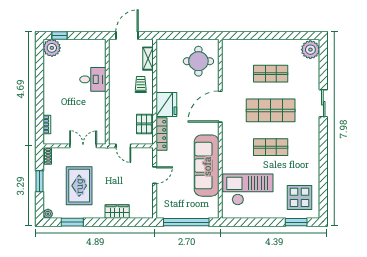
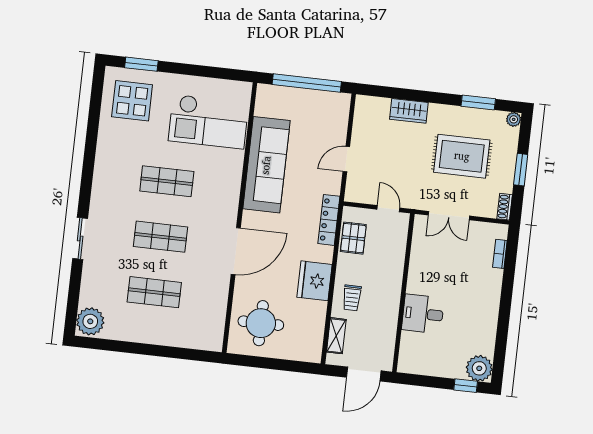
fridge: (166, 104) -> (315, 281), moved
shop shelf: (271, 110) -> (161, 237), width x0.70, depth x0.74
rug: (79, 186) -> (462, 156), turned 90

